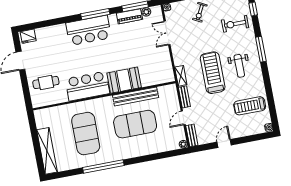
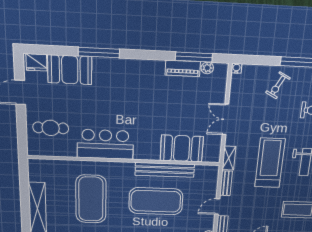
window: (95, 14) -> (99, 52), moved
bar counter: (89, 30) -> (122, 74), removed
double door: (167, 33) -> (225, 119), moved
booth: (52, 36) -> (70, 70), added
booth: (124, 80) -> (182, 148), moved

